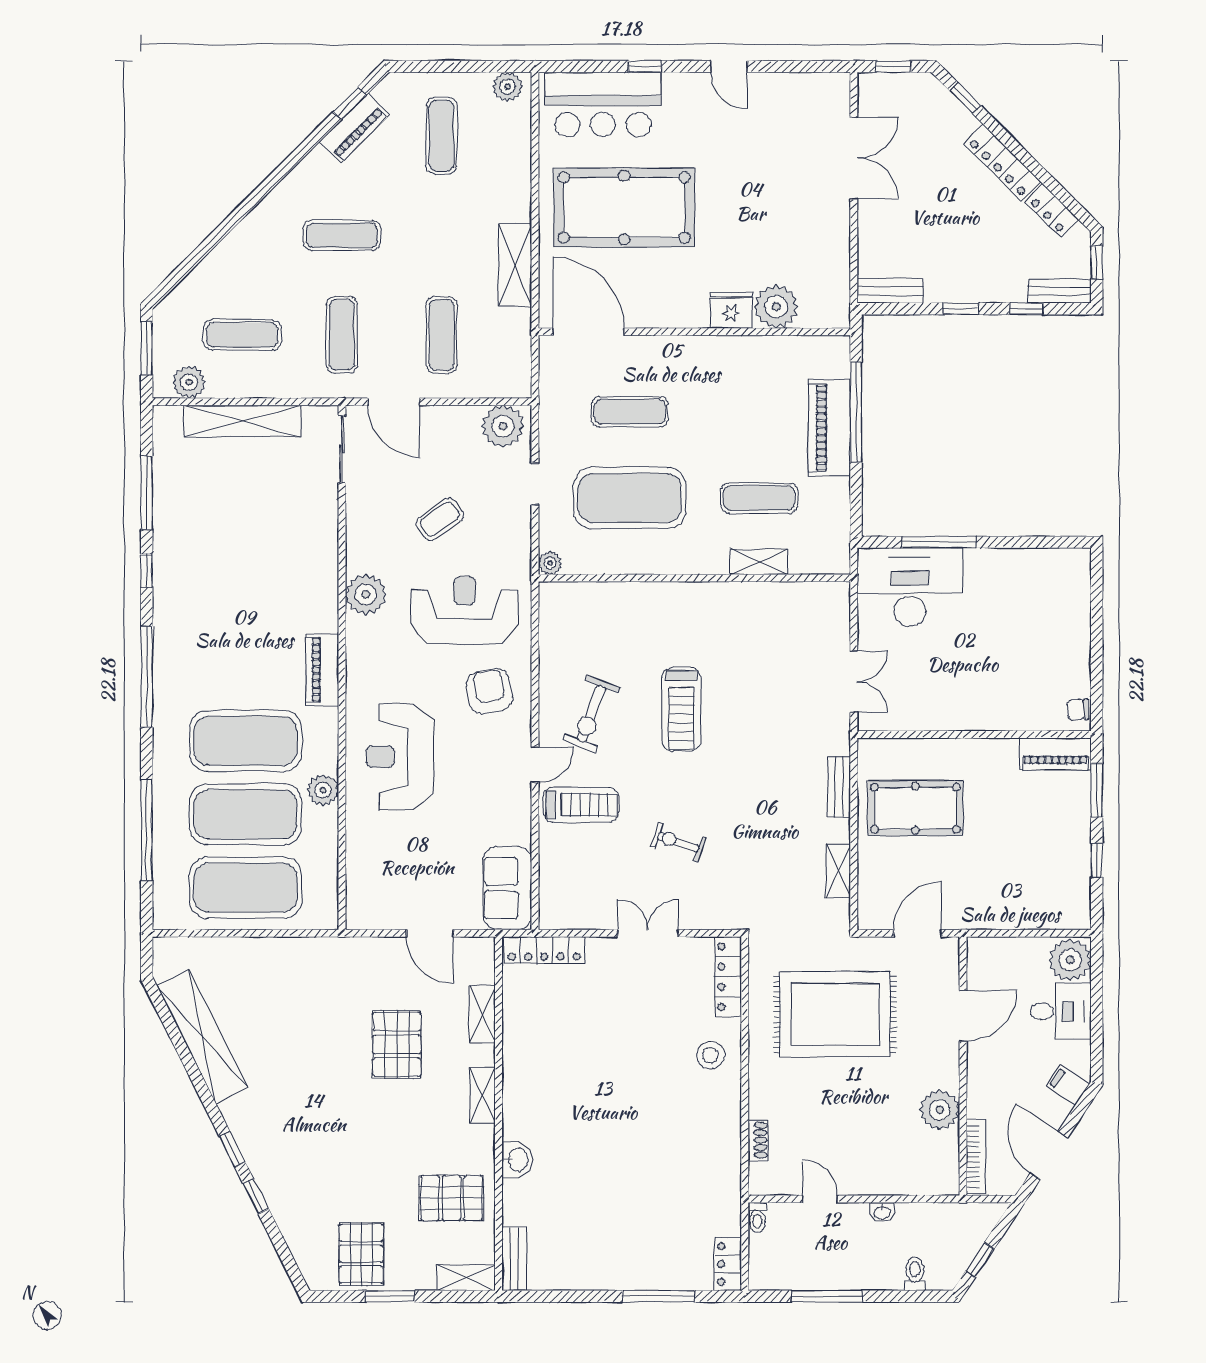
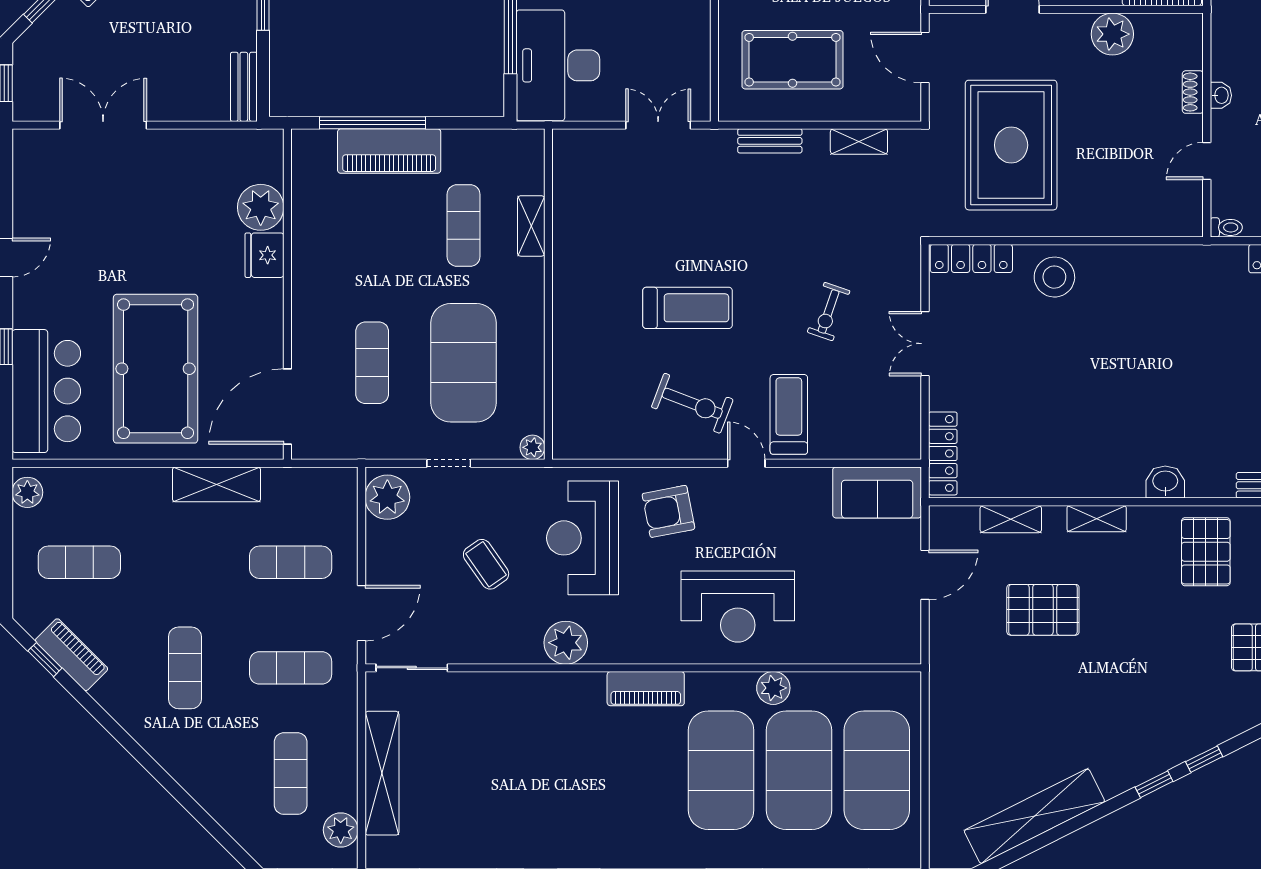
pool table: (915, 808) -> (793, 60), turned 90
stool: (711, 1055) -> (1054, 277), width x1.38, depth x1.38
shoe rack: (758, 1140) -> (1193, 92), moved, turned -90

